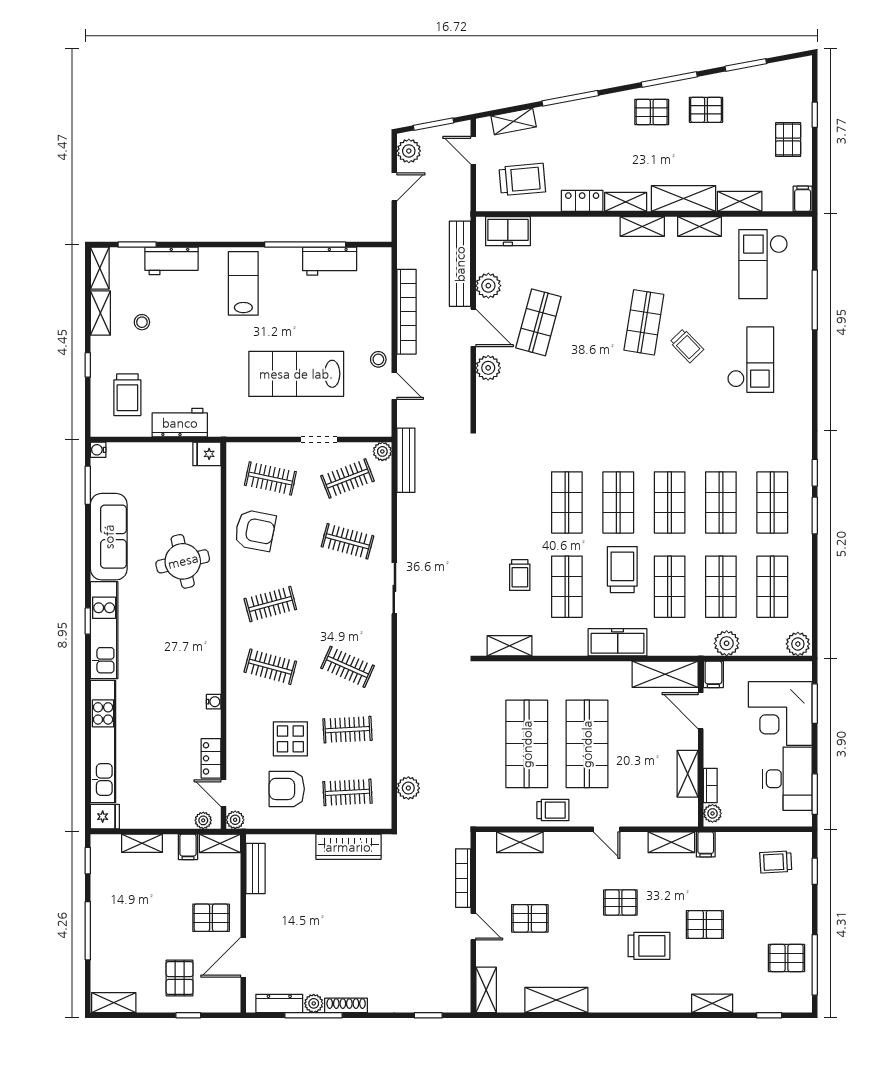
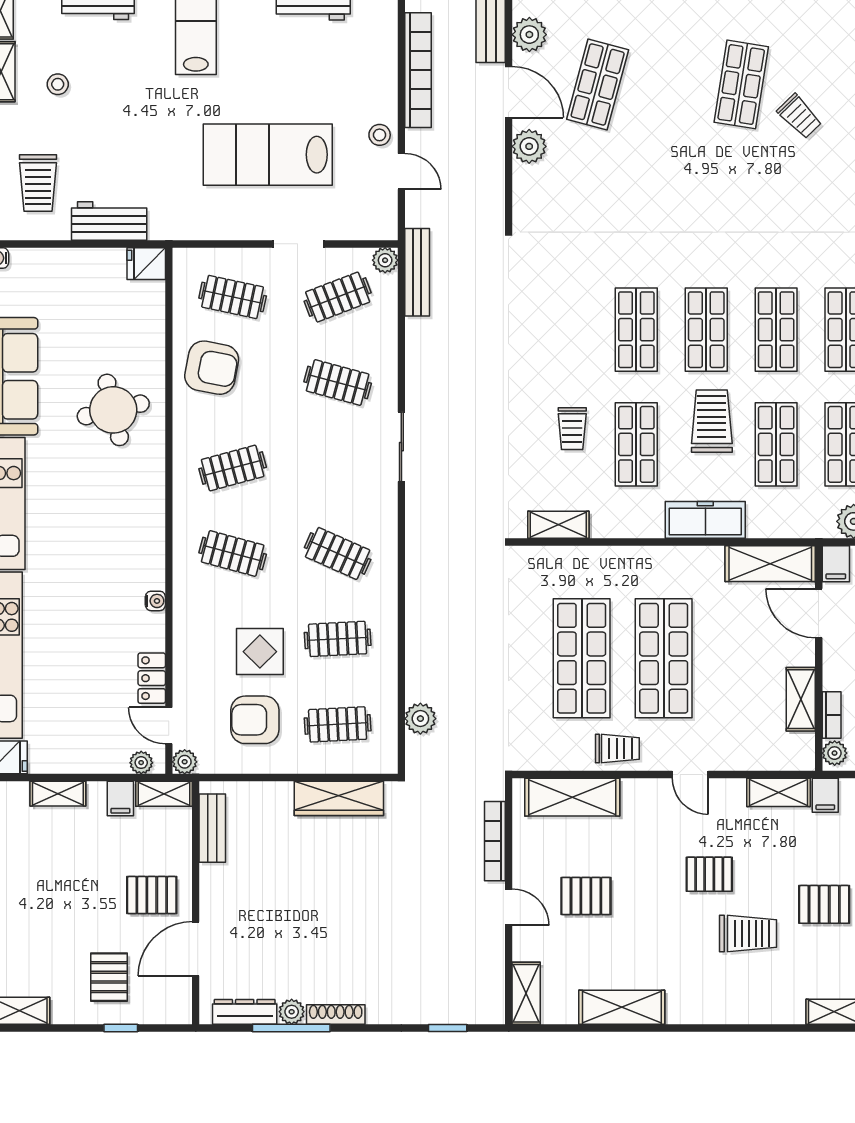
shelving: (520, 842) -> (572, 797), width x1.50, depth x1.33

